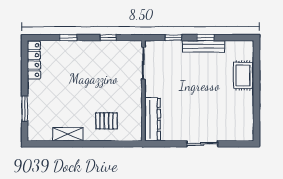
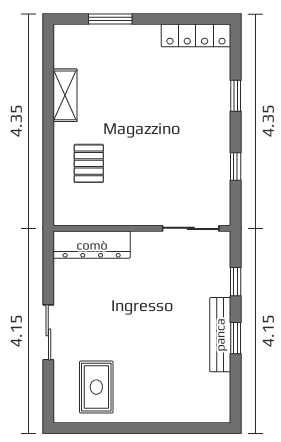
rug: (243, 75) -> (96, 387), moved, turned 90

